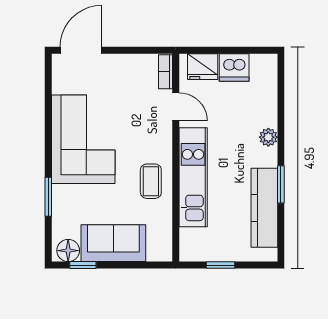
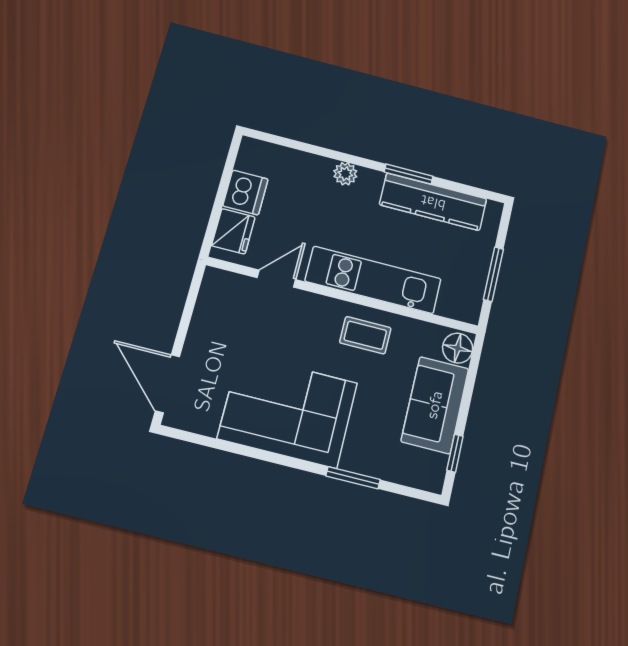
bookcase: (165, 72) -> (227, 280), removed
floor lamp: (68, 251) -> (458, 348), moved
window: (221, 265) -> (493, 274), width x1.50

